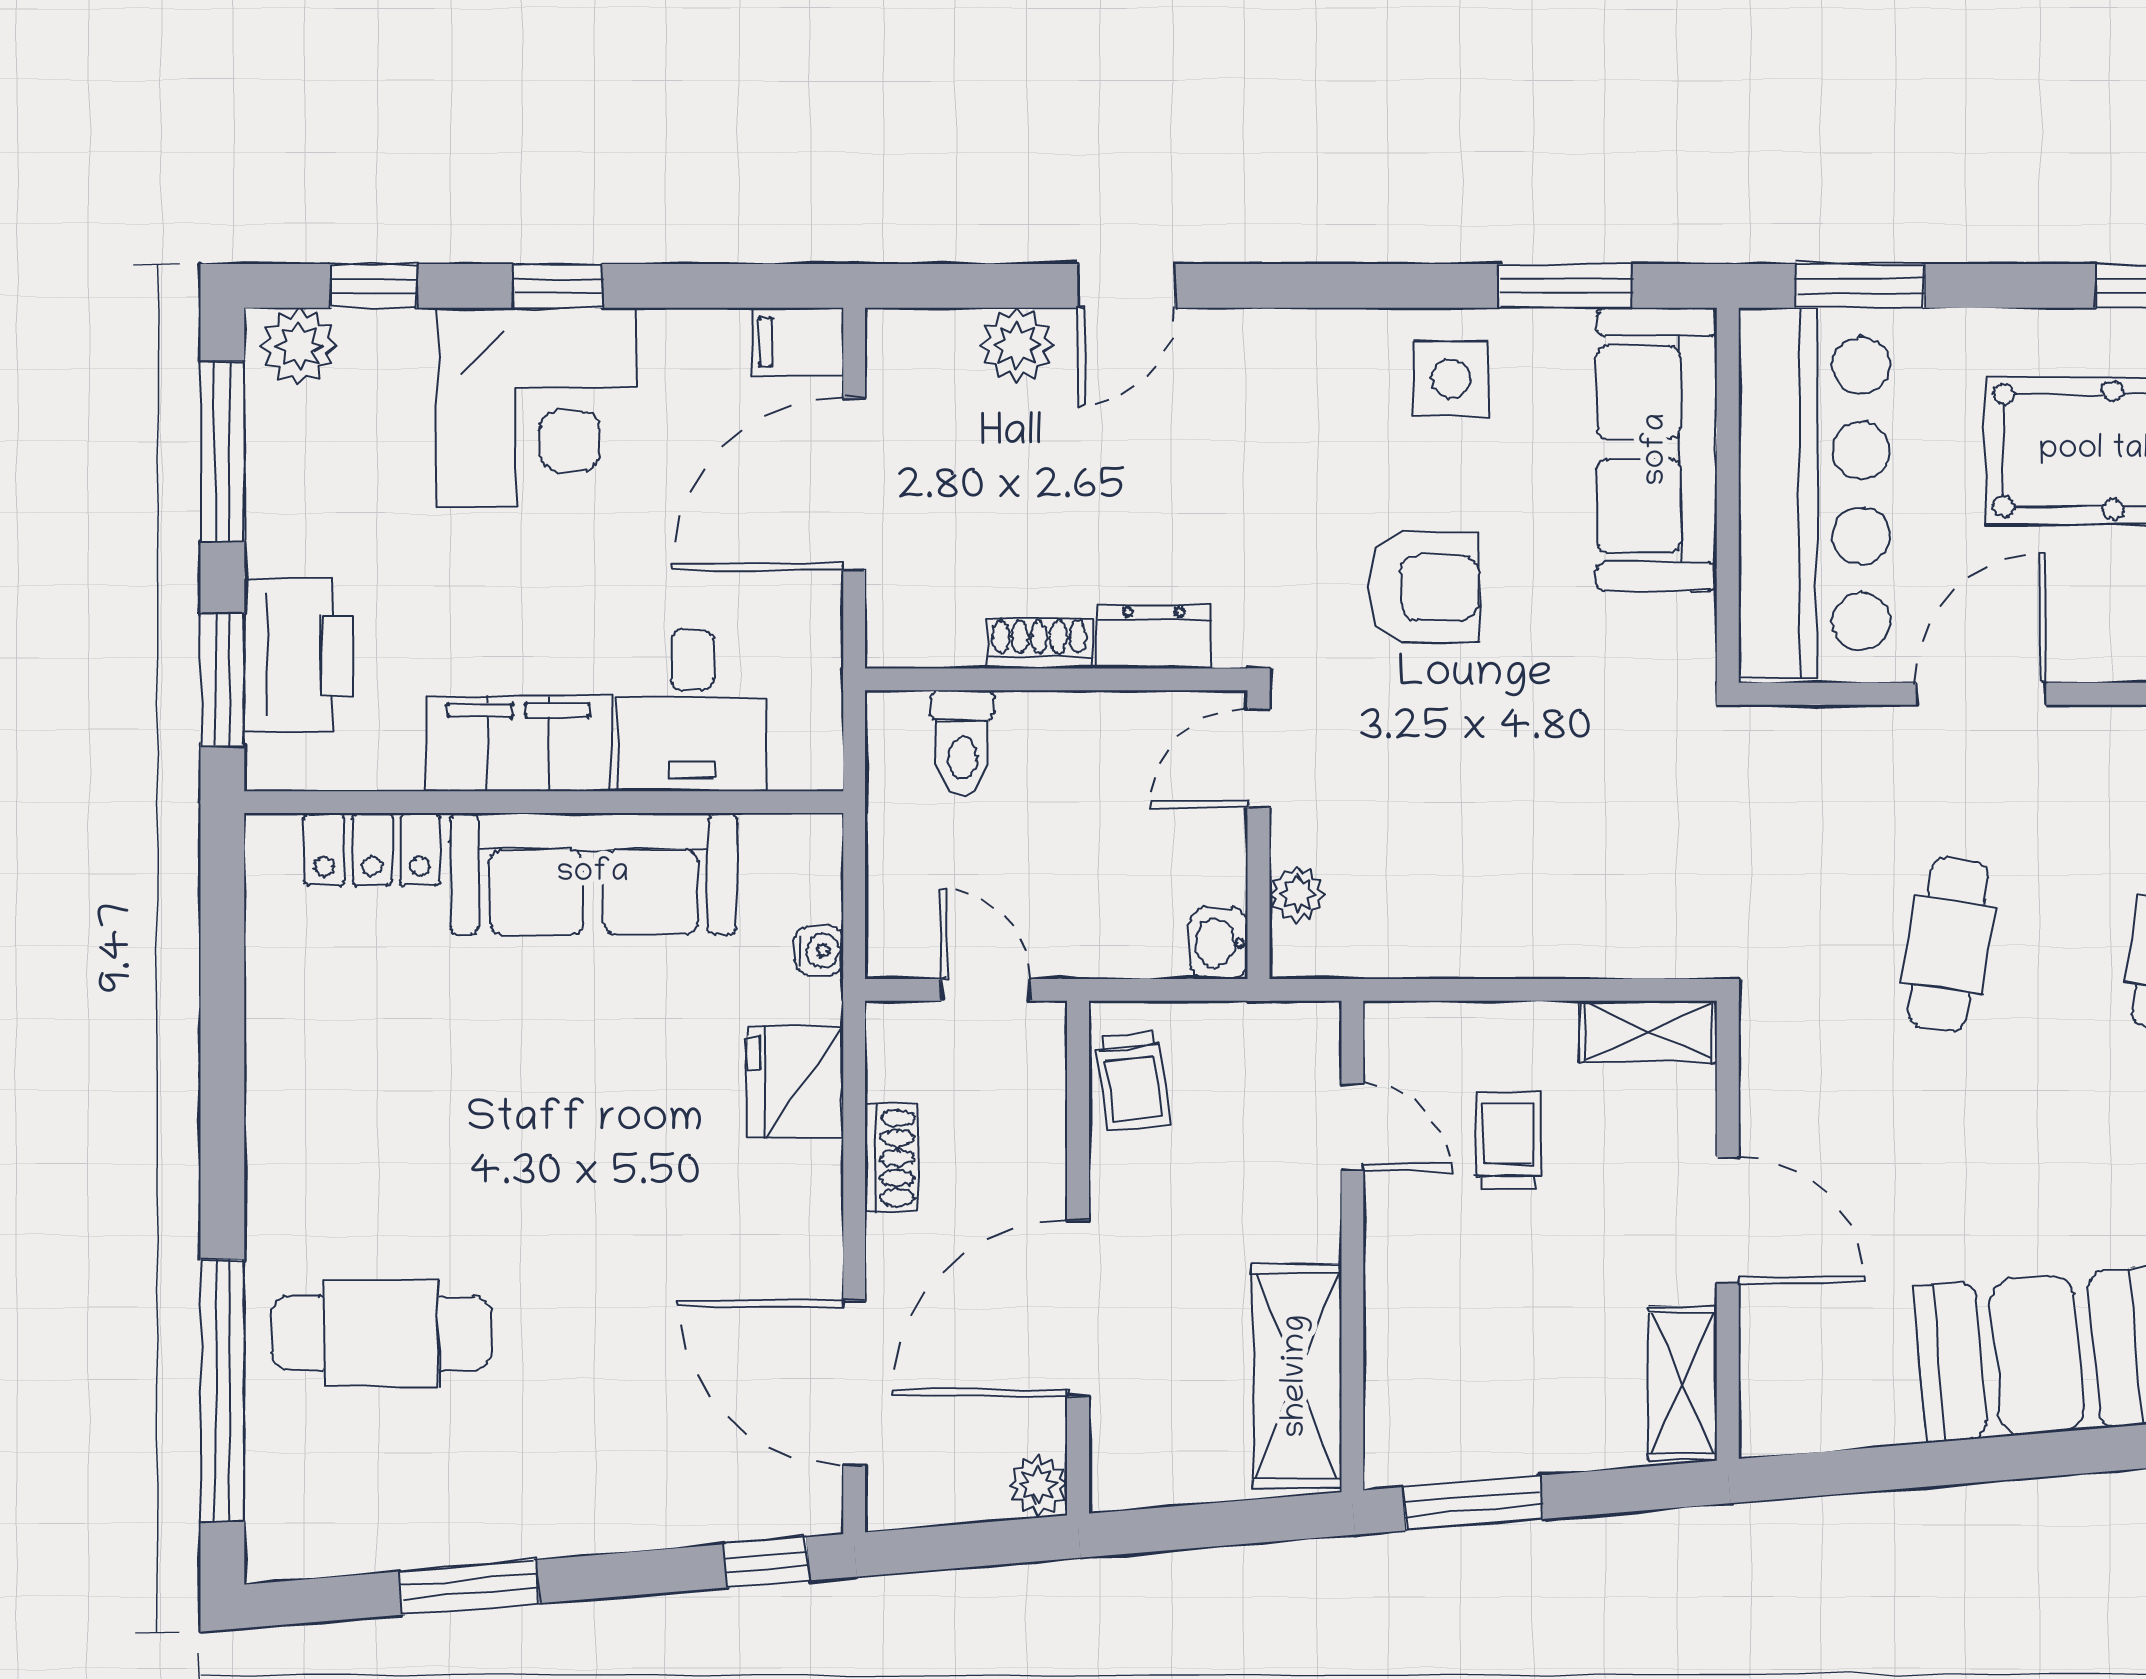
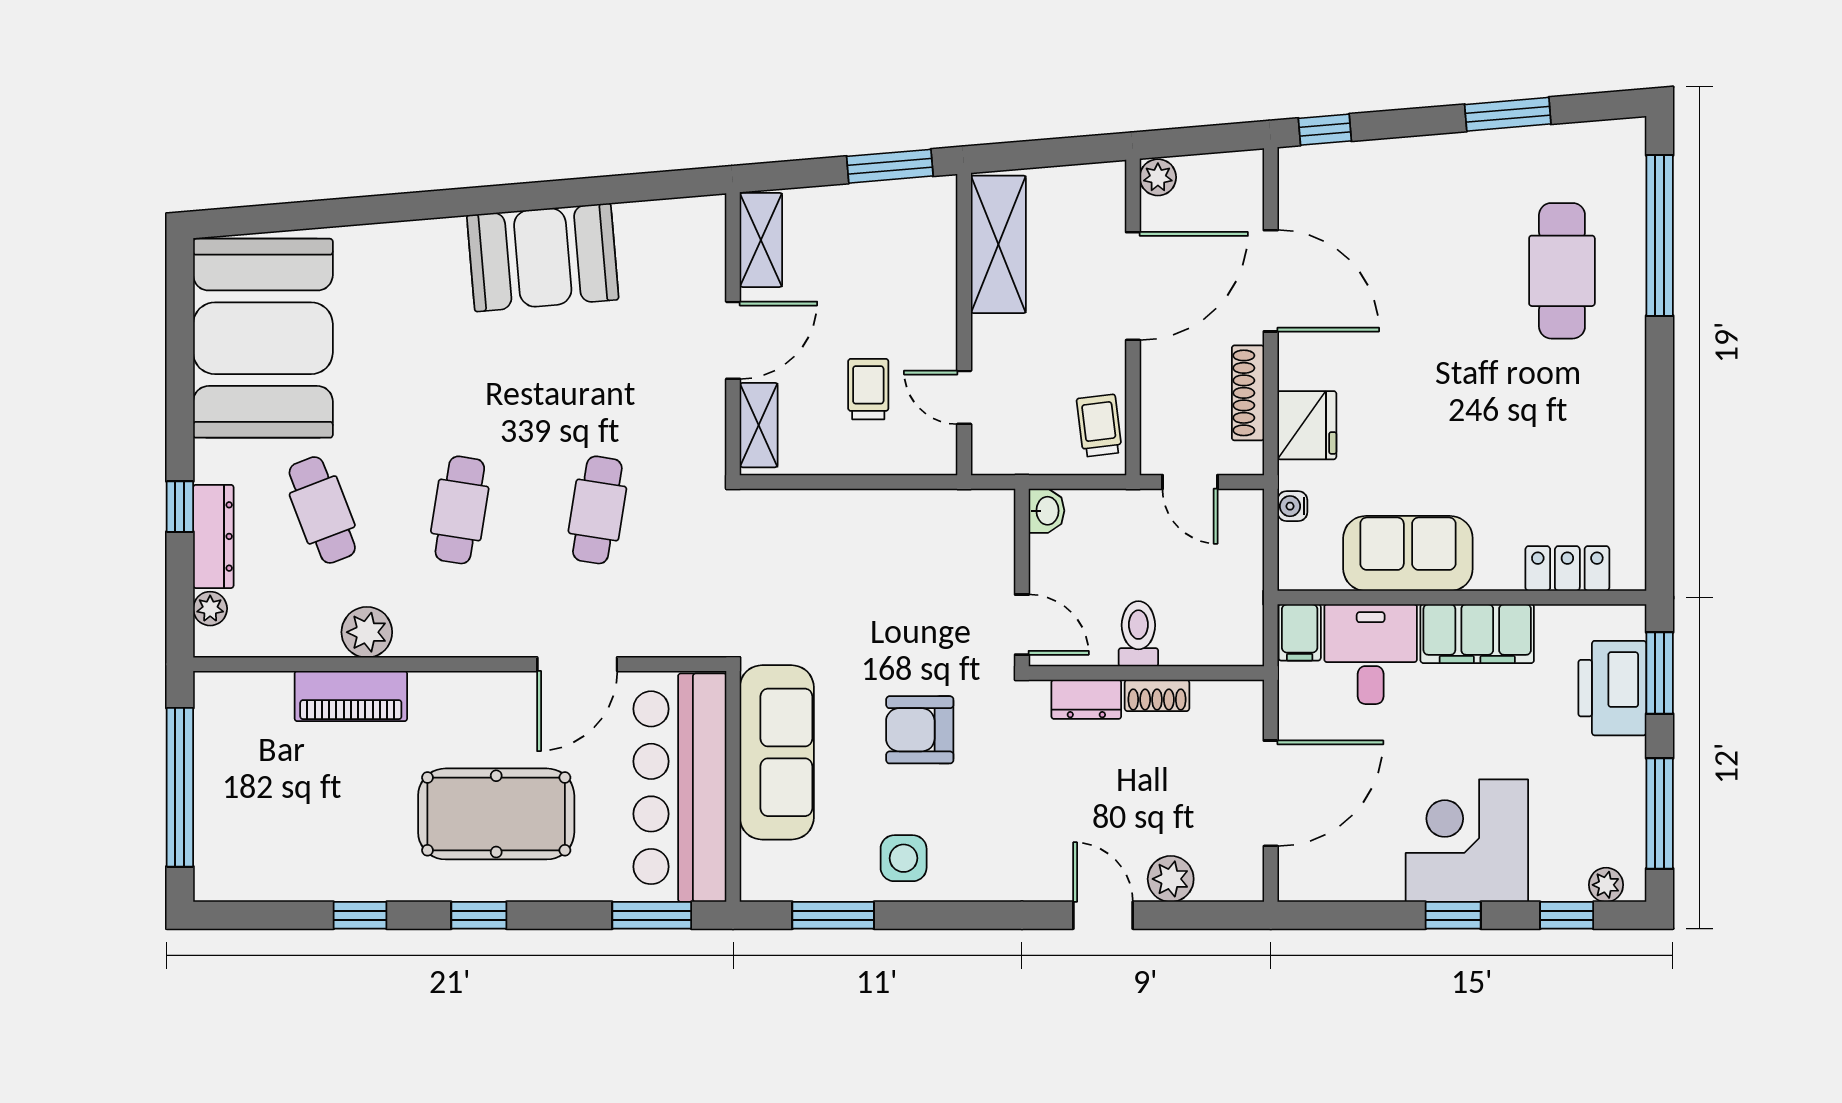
door: (1127, 286) -> (1103, 915), hinge flipped
filing cabinet: (798, 342) -> (1300, 632), moved, turned 90
plant: (299, 346) -> (1606, 885), width x0.73, depth x0.73
sofa: (1657, 449) -> (777, 752), moved
toilet: (963, 743) -> (1138, 634), moved
door: (1258, 758) -> (1022, 625), hinge flipped
sofa: (593, 874) -> (1408, 553), width x0.73
plant: (1297, 894) -> (998, 541), removed
shelving: (1648, 1032) -> (759, 425), moved, turned 90
trolley: (1508, 1141) -> (868, 389), turned 180
shoe rack: (891, 1158) -> (1248, 393), width x1.43
door: (1728, 1220) -> (733, 340), swing flipped
cafe table: (381, 1333) -> (1562, 271), turned 90
door: (854, 1383) -> (1271, 281), moved

